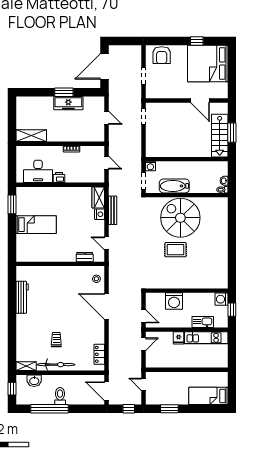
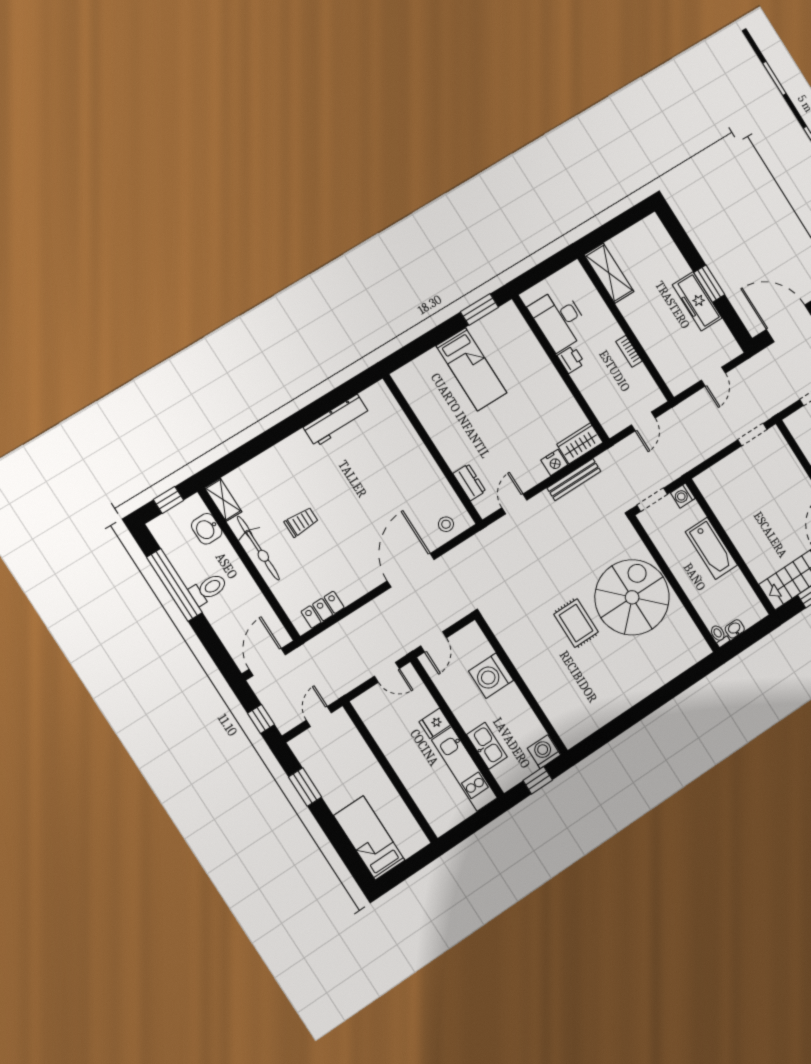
bathtub: (174, 186) -> (711, 548), moved, turned 180

